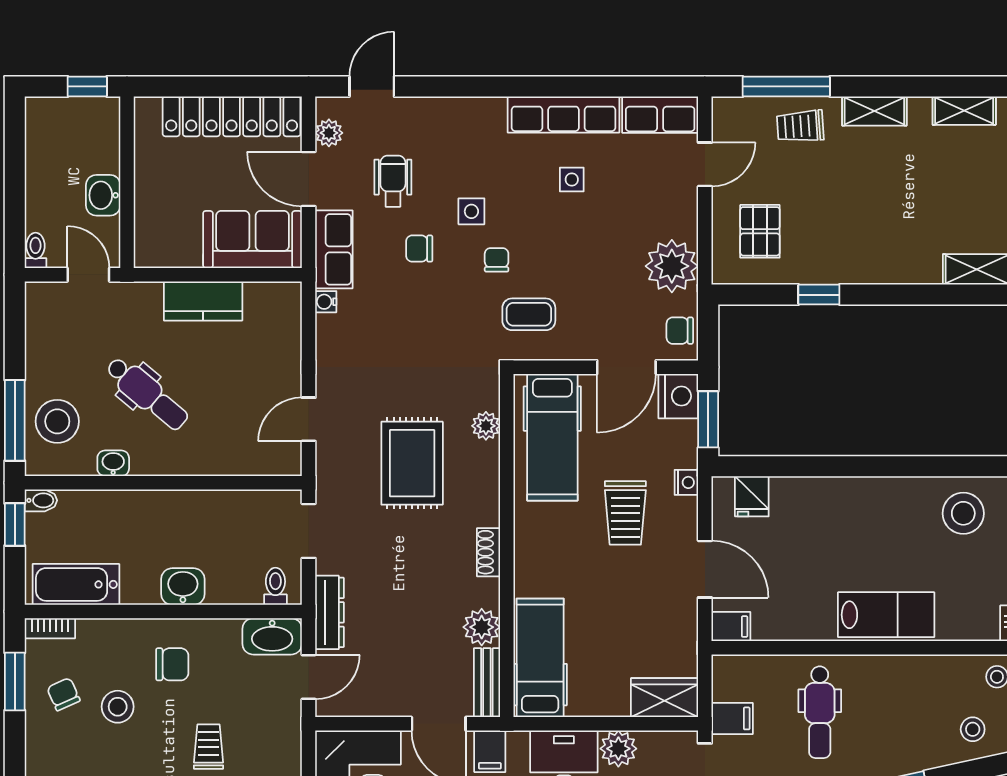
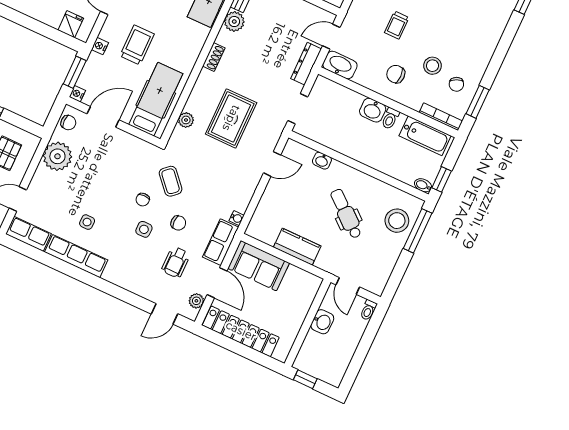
coffee table: (529, 314) -> (171, 181), moved, turned 48
nightstand: (678, 396) -> (77, 94), width x0.53, depth x0.56
washbasin: (113, 463) -> (322, 161), moved
toilet: (275, 586) -> (390, 118), moved
bookcase: (50, 628) -> (441, 117), width x1.56

